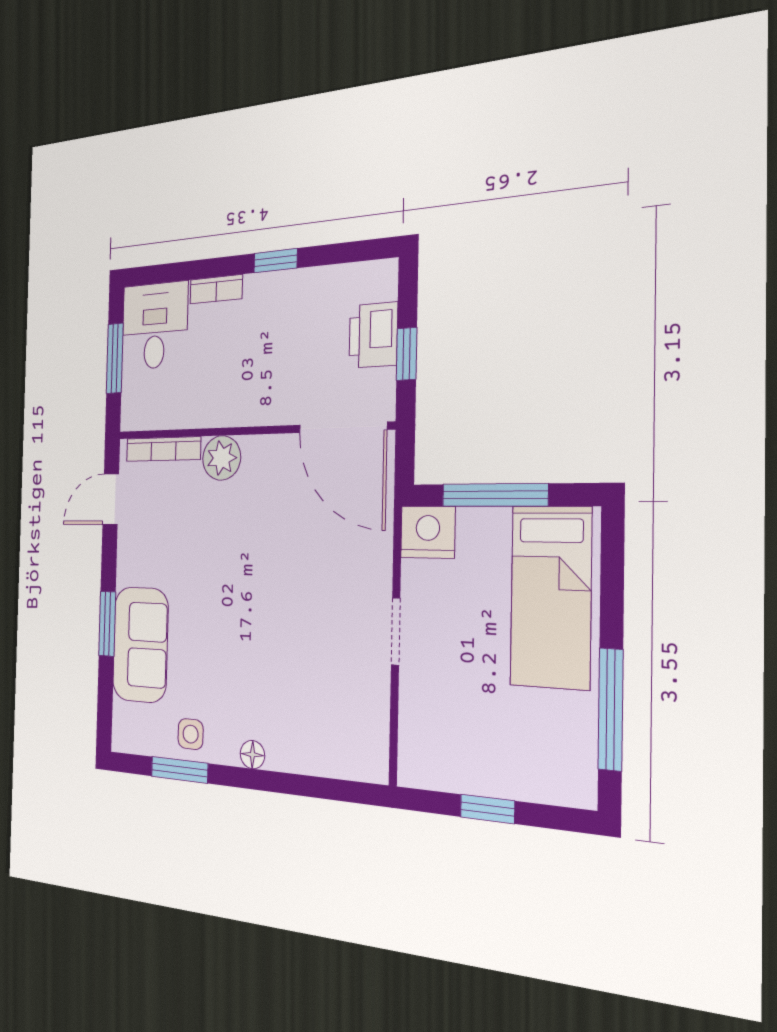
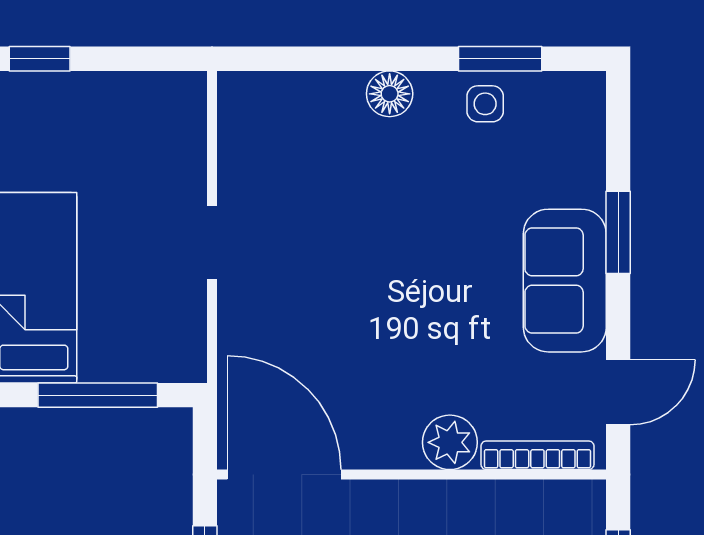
nightstand: (428, 532) -> (175, 354), removed
sofa: (140, 645) -> (565, 281), moved
floor lamp: (252, 755) -> (390, 94), width x1.37, depth x1.37
window: (487, 809) -> (40, 59), moved

